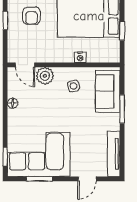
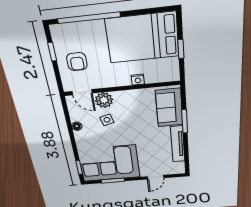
armchair: (31, 16) -> (77, 62), moved
side table: (74, 86) -> (107, 120), moved
tv unit: (114, 154) -> (178, 144), moved

